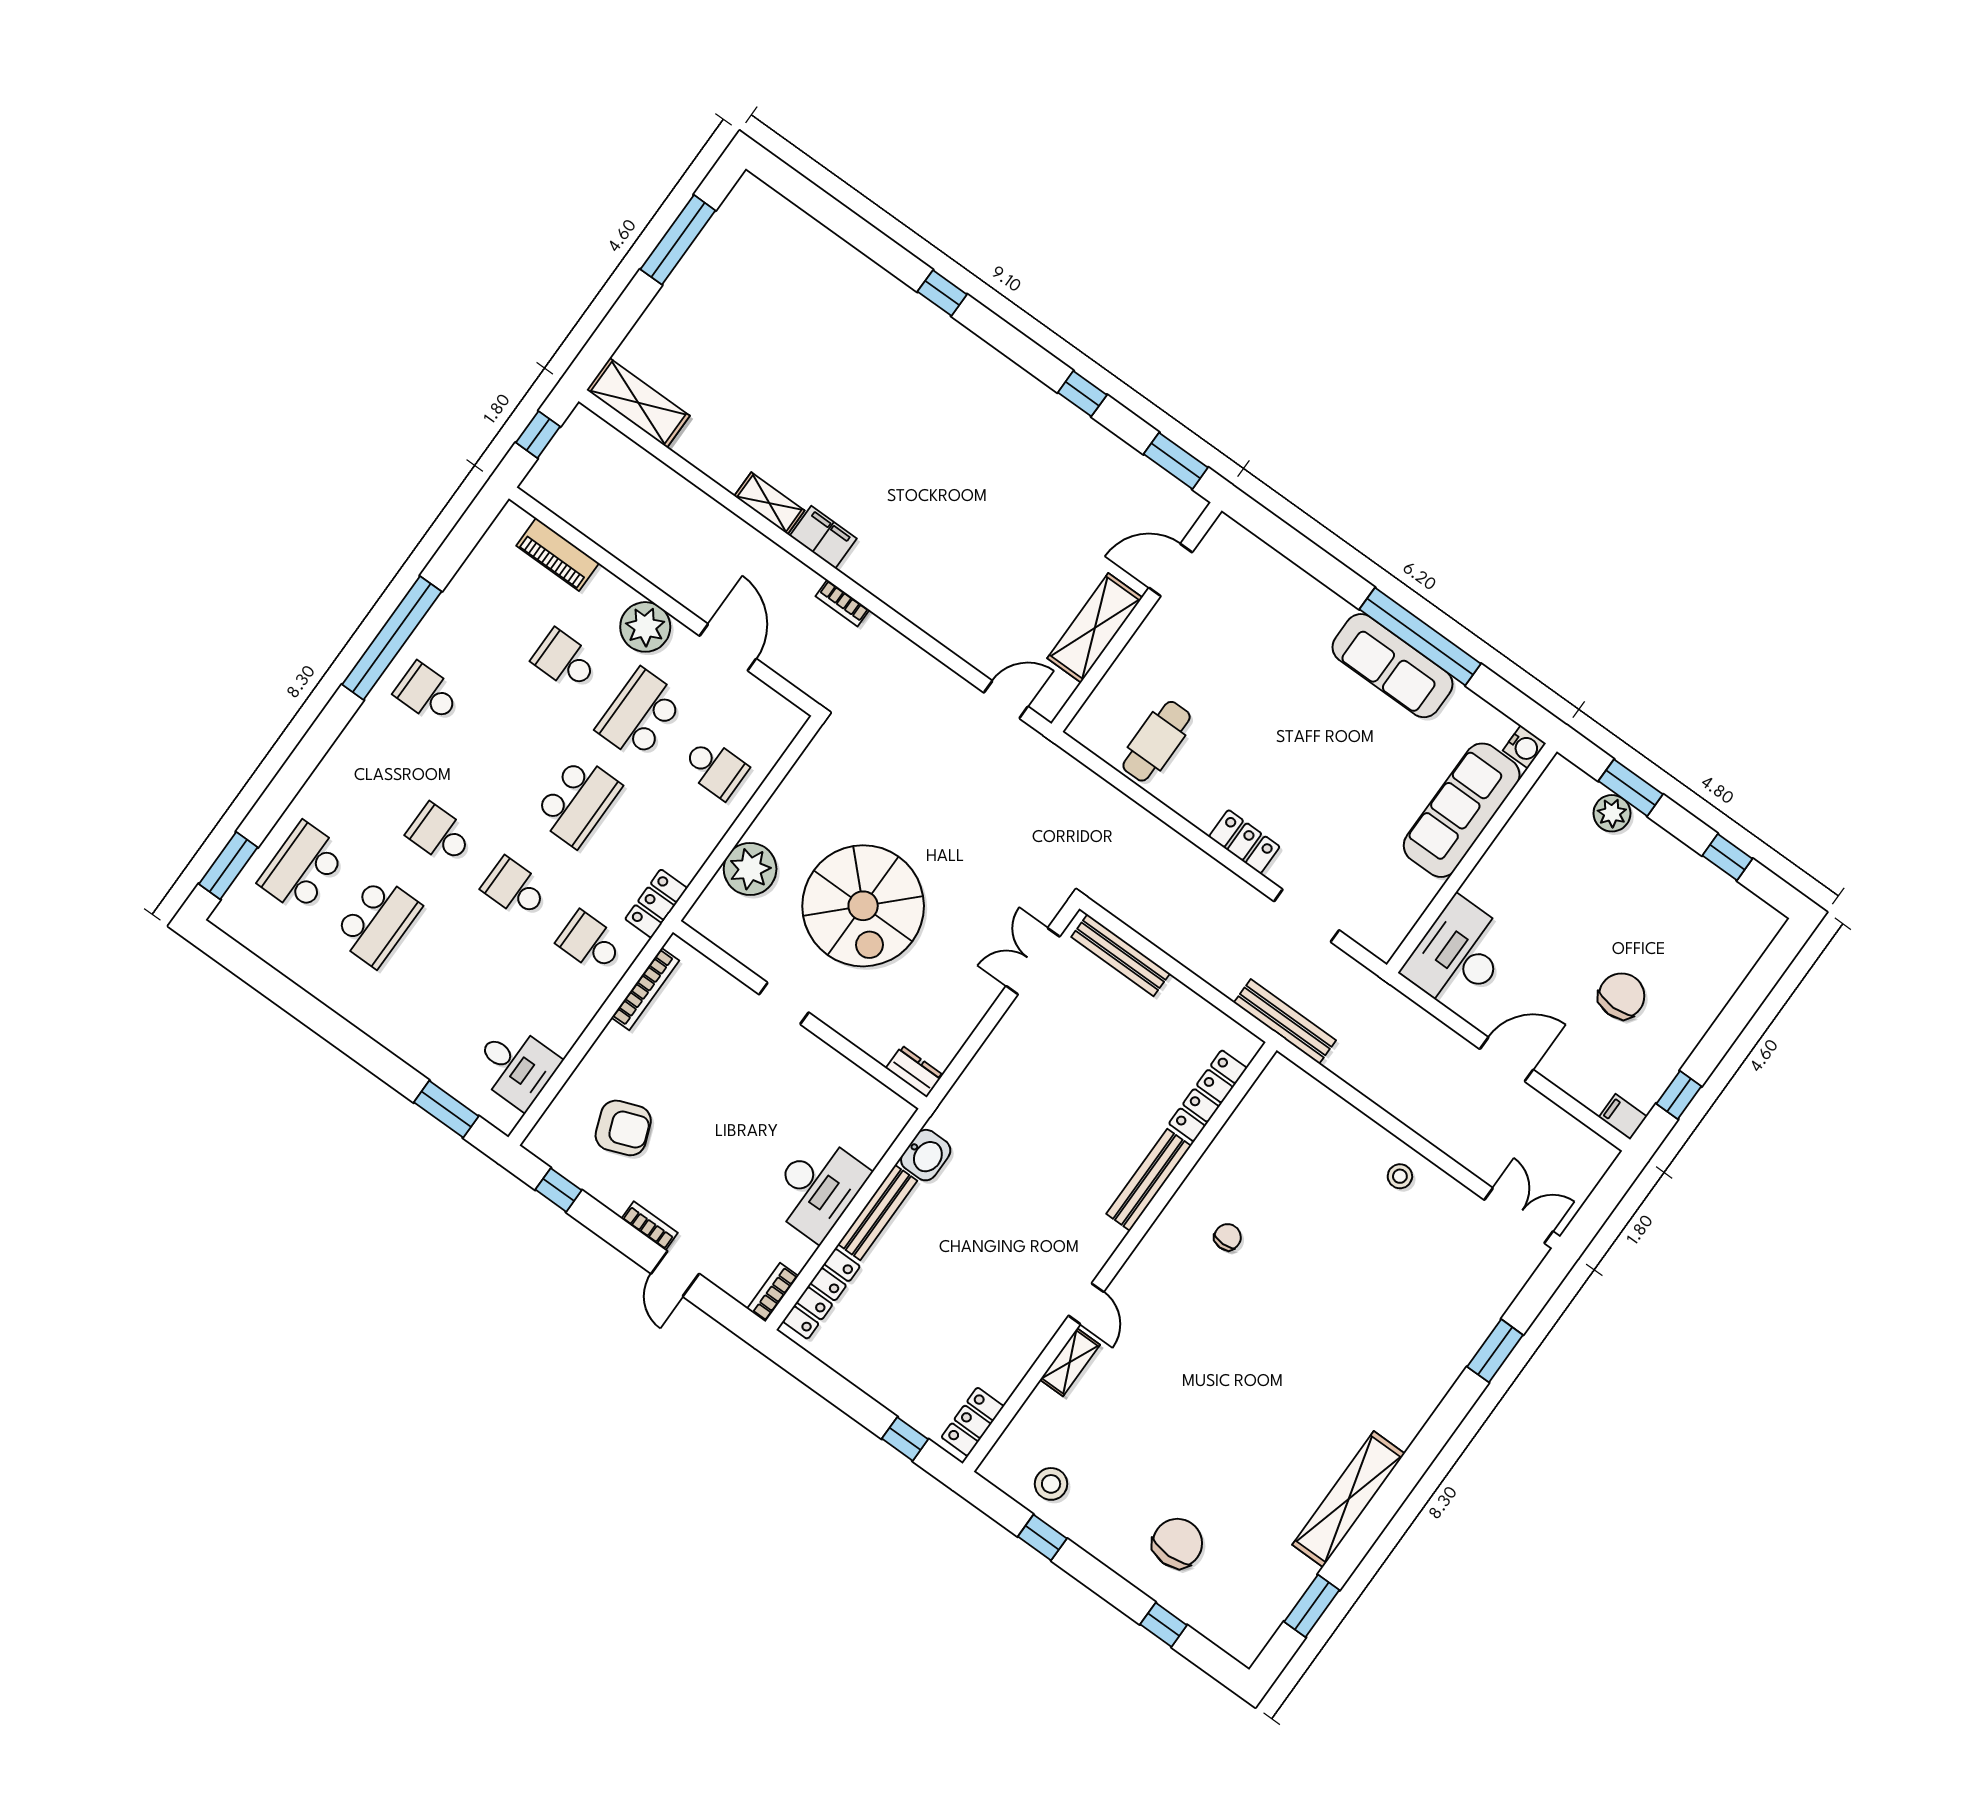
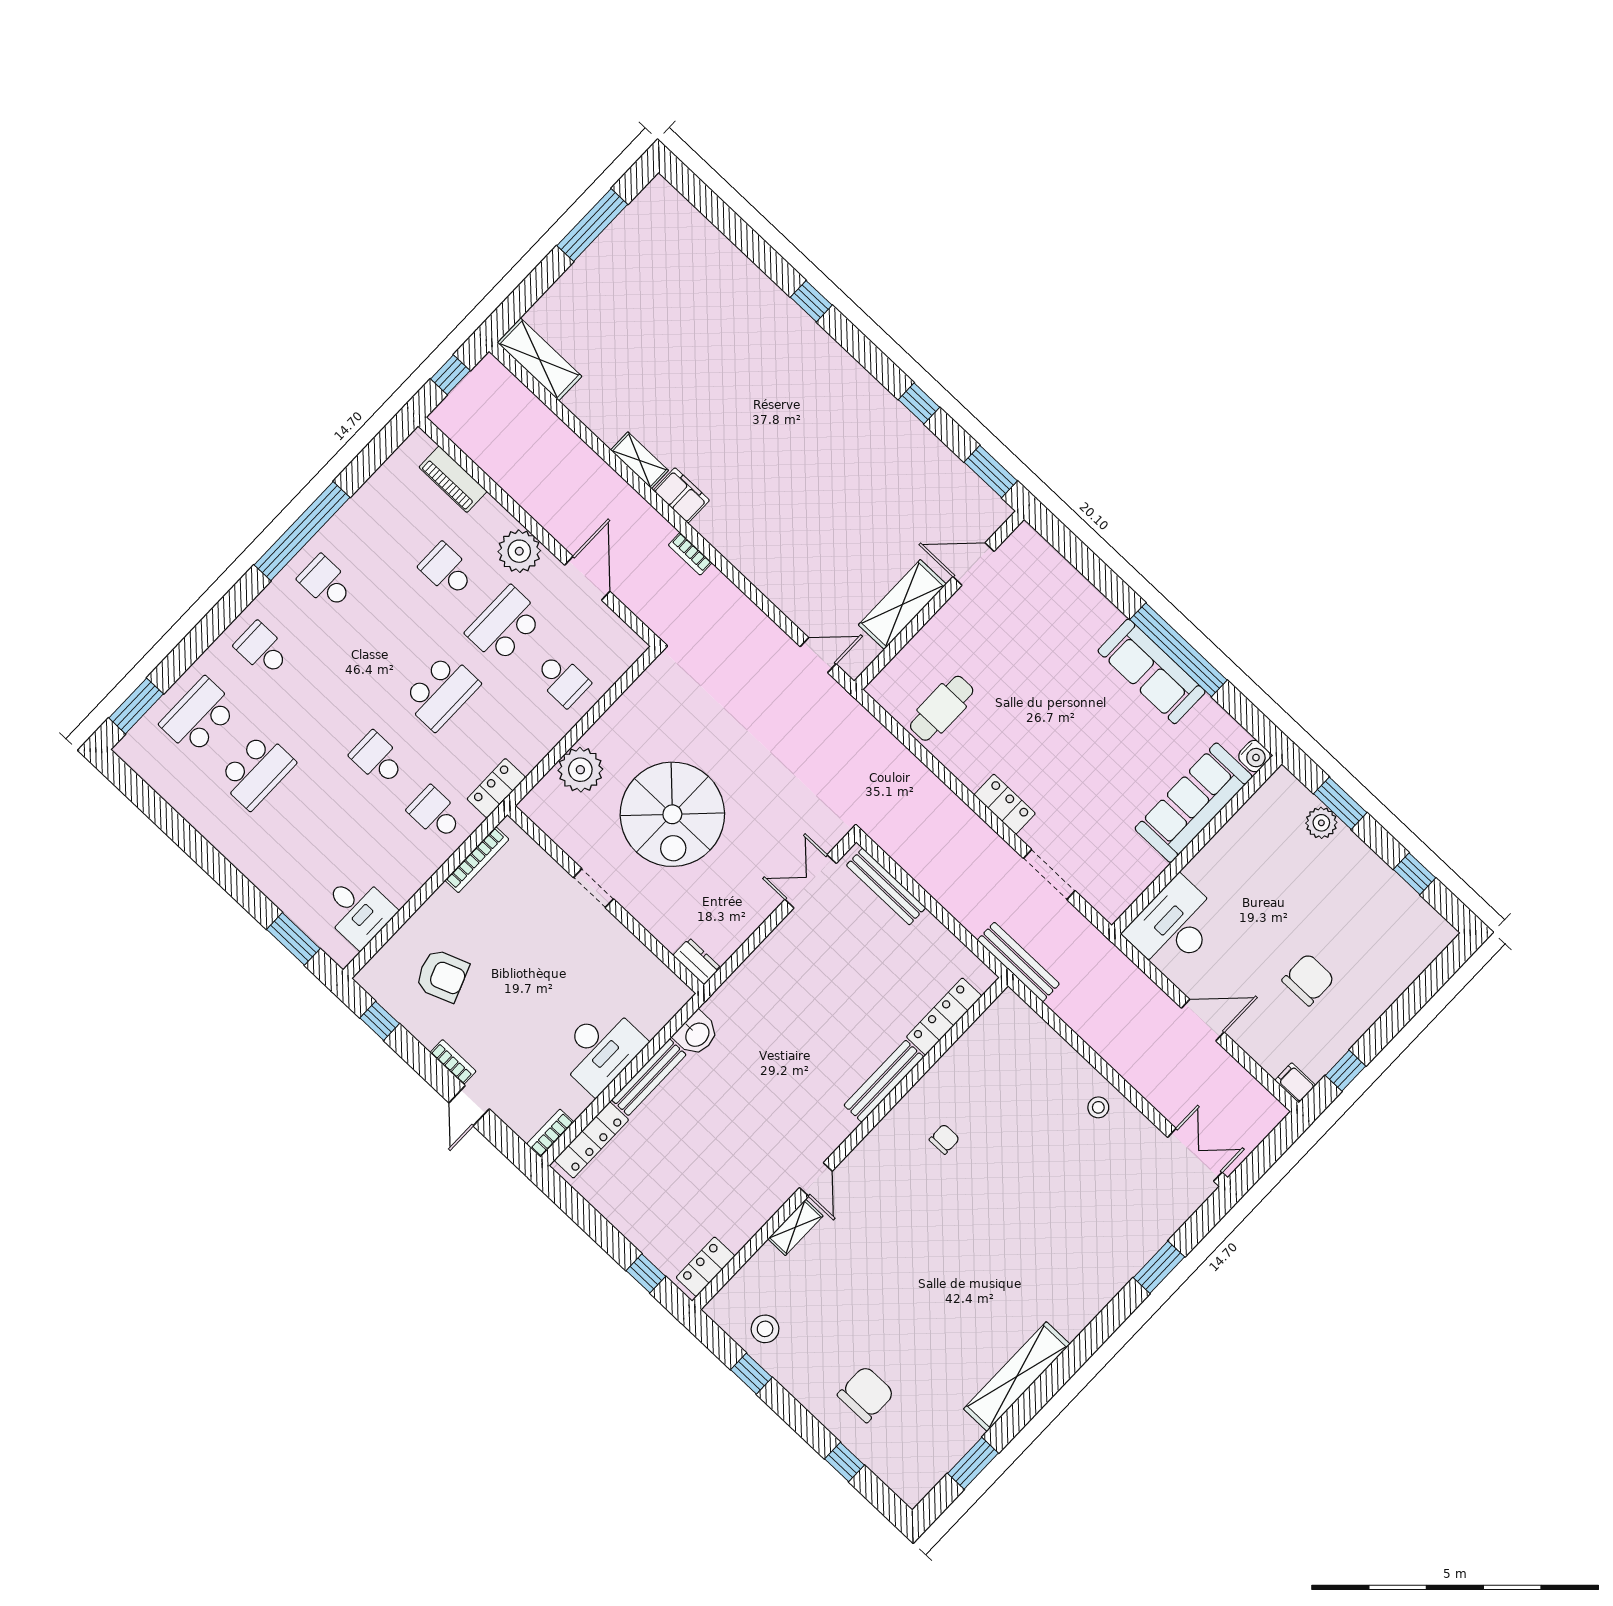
school desk: (440, 834) -> (262, 649), moved

